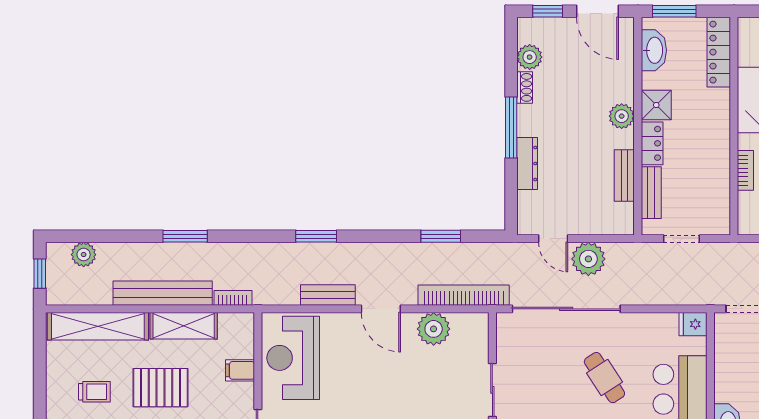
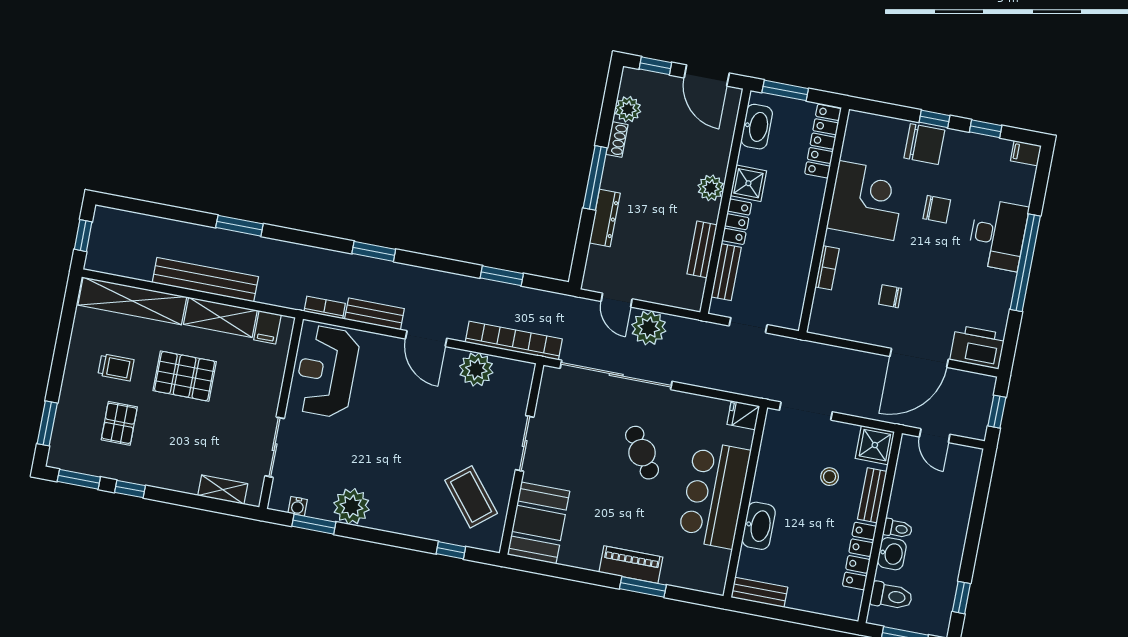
plant: (84, 255) -> (132, 225), removed
bookcase: (233, 298) -> (325, 307), moved
filing cabinet: (240, 370) -> (267, 327), moved, turned -90

